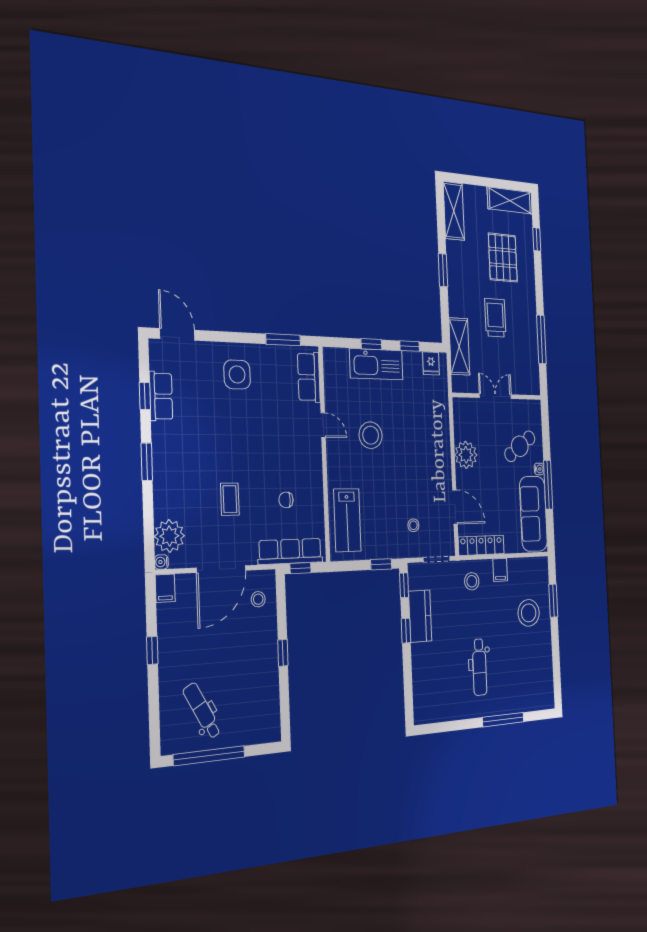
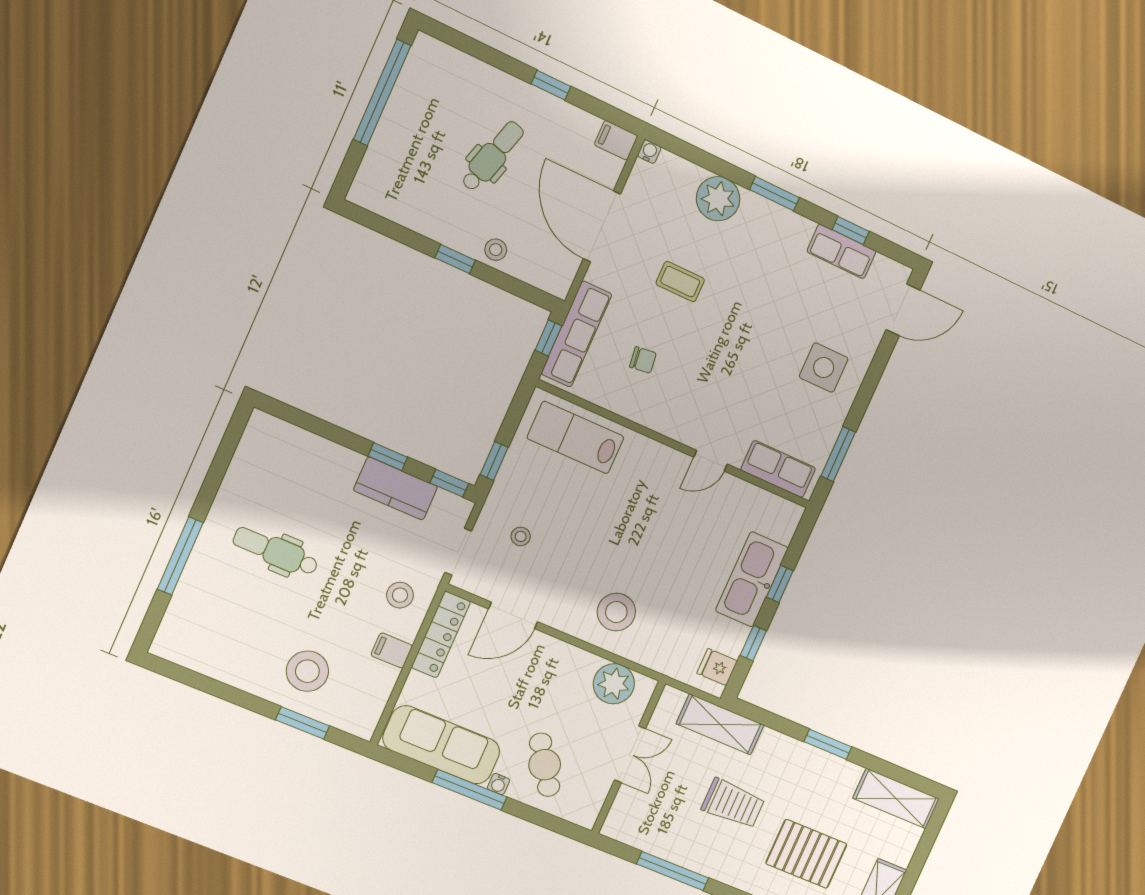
stool: (371, 435) -> (616, 612), moved
plant: (466, 455) -> (614, 684), moved
chair: (286, 500) -> (643, 360), turned 83
plant: (169, 536) -> (718, 199), moved
stool: (258, 599) -> (496, 250), moved
dental chair: (202, 711) -> (492, 156), moved, turned -45

